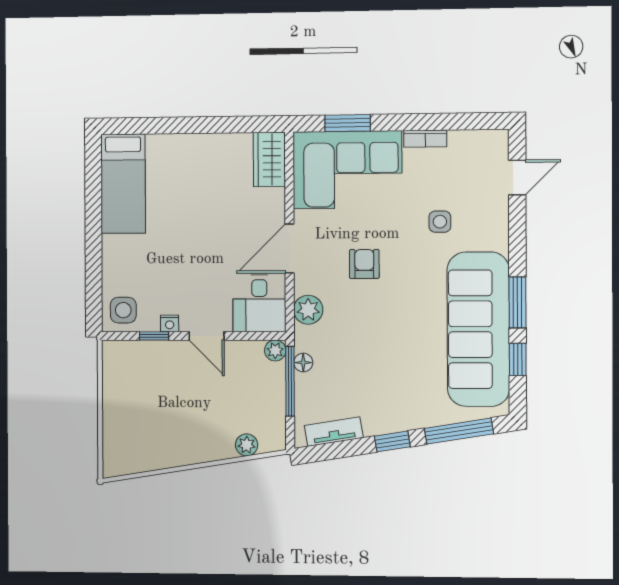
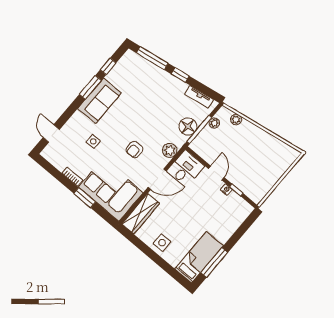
window: (348, 123) -> (85, 198), moved
wardrobe: (269, 159) -> (141, 214), width x1.50
door: (517, 177) -> (51, 133), hinge flipped
window: (93, 196) -> (214, 262), added
side table: (123, 310) -> (162, 243), moved
sofa: (478, 329) -> (99, 101), width x0.54, depth x0.79
plant: (275, 350) -> (214, 123), moved
floor lamp: (303, 363) -> (188, 127), width x1.89, depth x1.89

